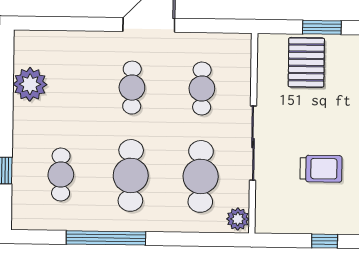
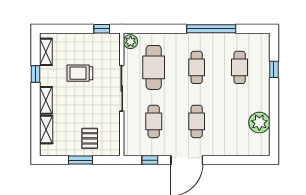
window: (209, 26) -> (150, 160), added
pallet: (306, 62) -> (90, 138), width x0.67, depth x0.71
cafe table: (131, 175) -> (197, 67), width x0.73, depth x0.74
window: (325, 241) -> (102, 29), moved

